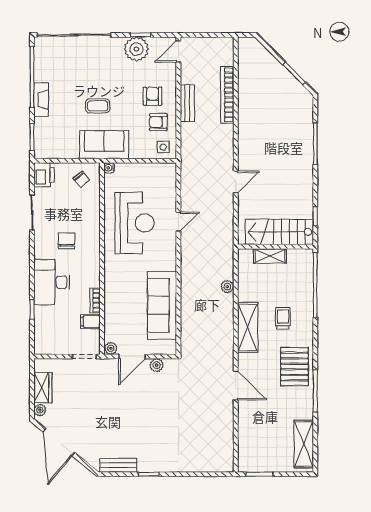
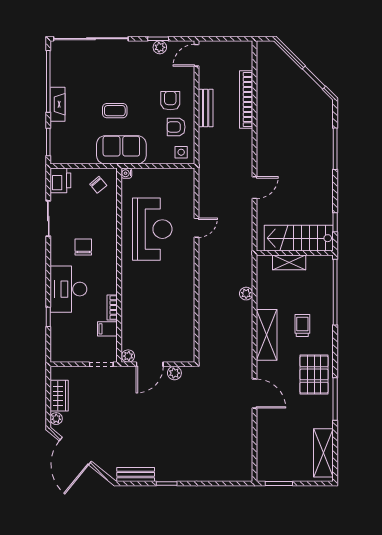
plant: (136, 49) -> (160, 47), width x0.53, depth x0.53
sofa: (162, 305) -> (180, 313), removed

